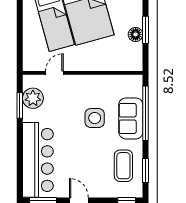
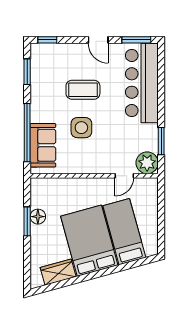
plant: (33, 98) -> (147, 163), moved
sofa: (131, 118) -> (43, 145), moved
coffee table: (123, 166) -> (83, 90), moved, turned 90

